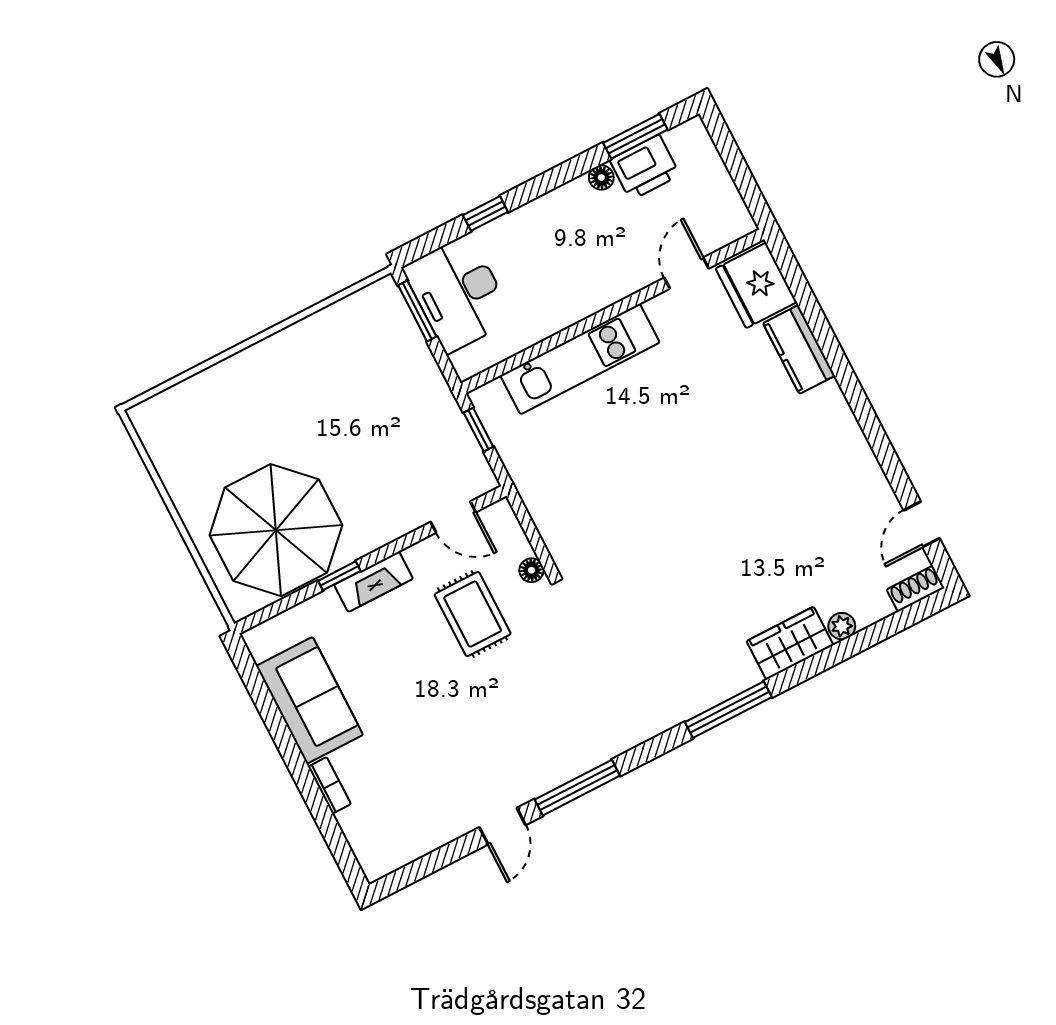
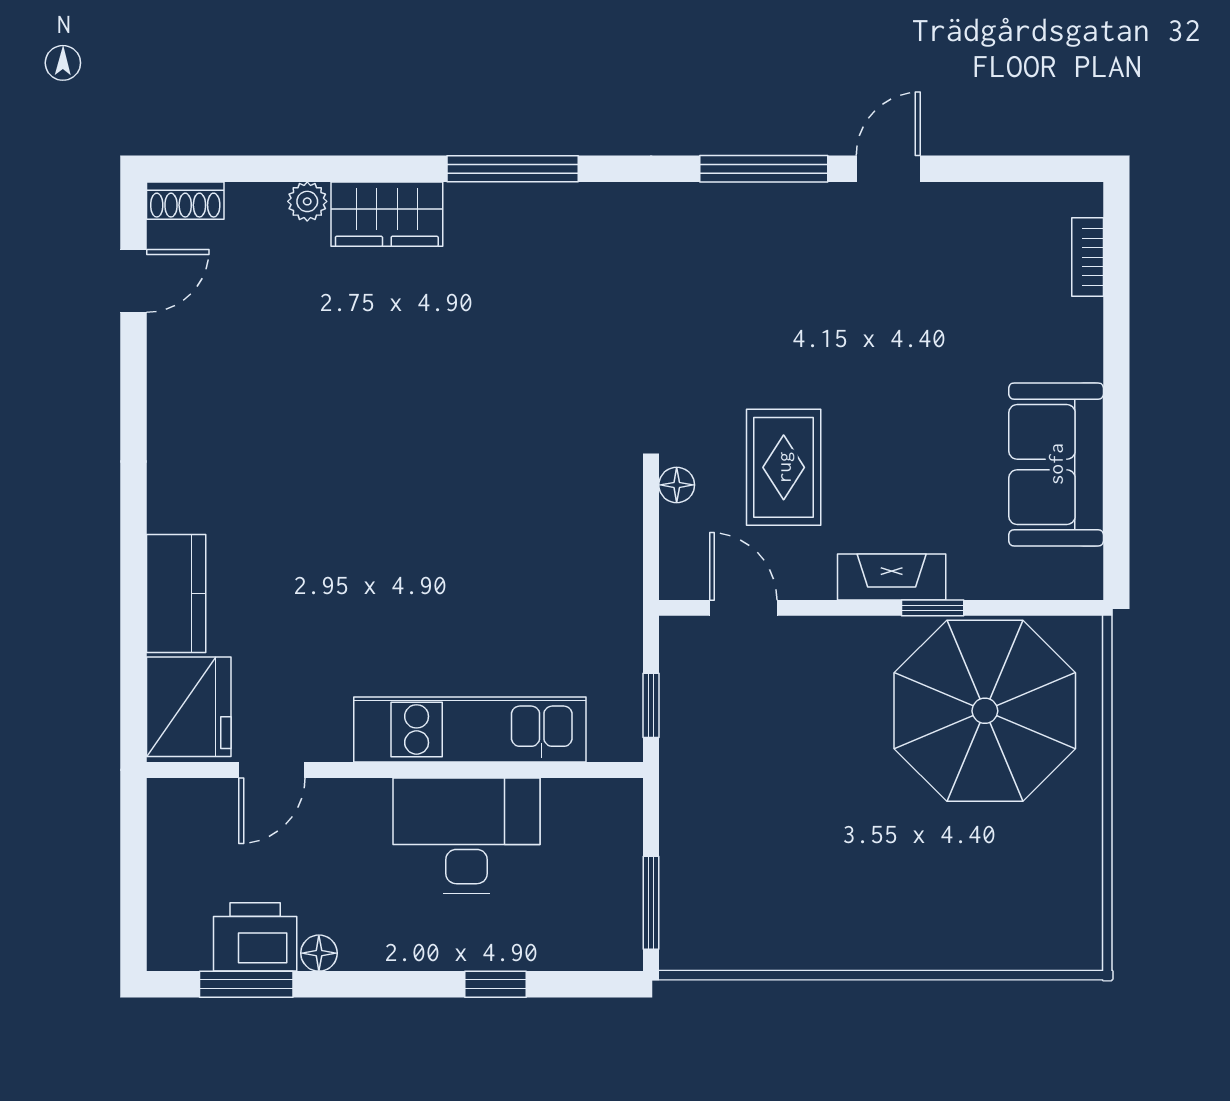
desk: (458, 294) -> (467, 835), moved, turned -90
bookcase: (329, 785) -> (1088, 257), moved

